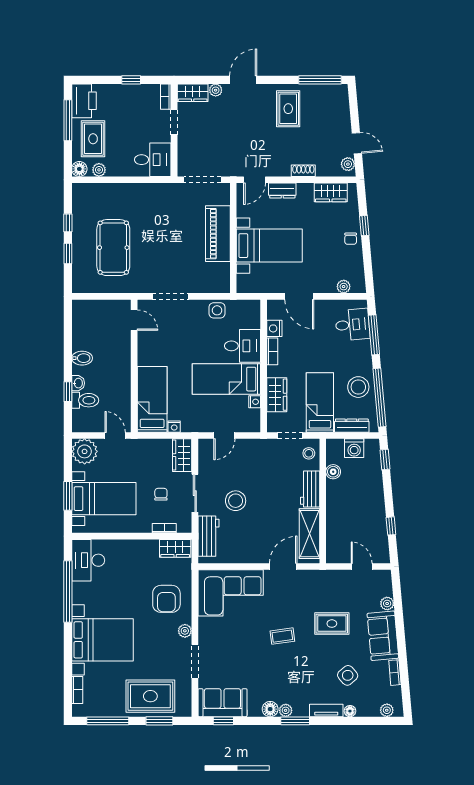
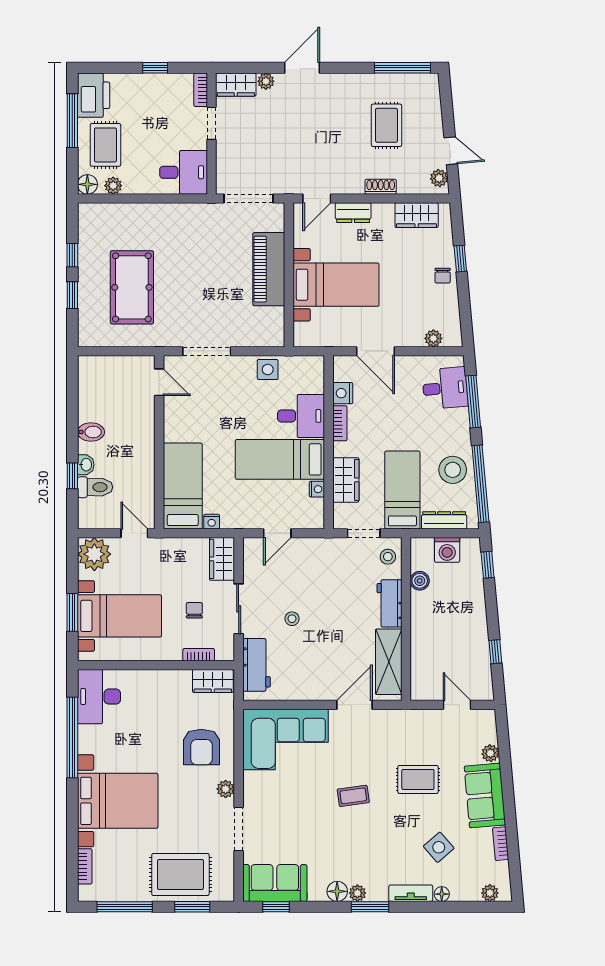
rug: (288, 109) -> (386, 125), moved
stool: (236, 501) -> (292, 619), width x0.53, depth x0.53

